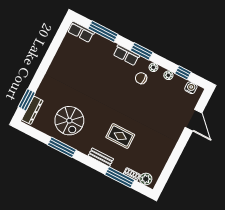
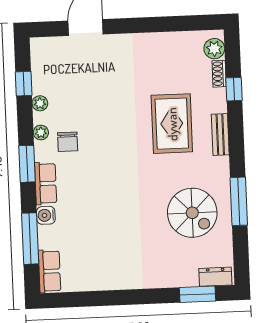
water cooler: (191, 88) -> (46, 215), moved
dresser: (32, 110) -> (215, 277), width x0.70
spiral stairs: (69, 121) -> (192, 213), turned 90
rug: (120, 136) -> (172, 124), width x1.36, depth x1.43
window: (120, 177) -> (234, 89), width x0.46

